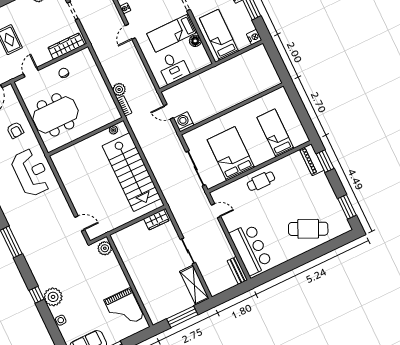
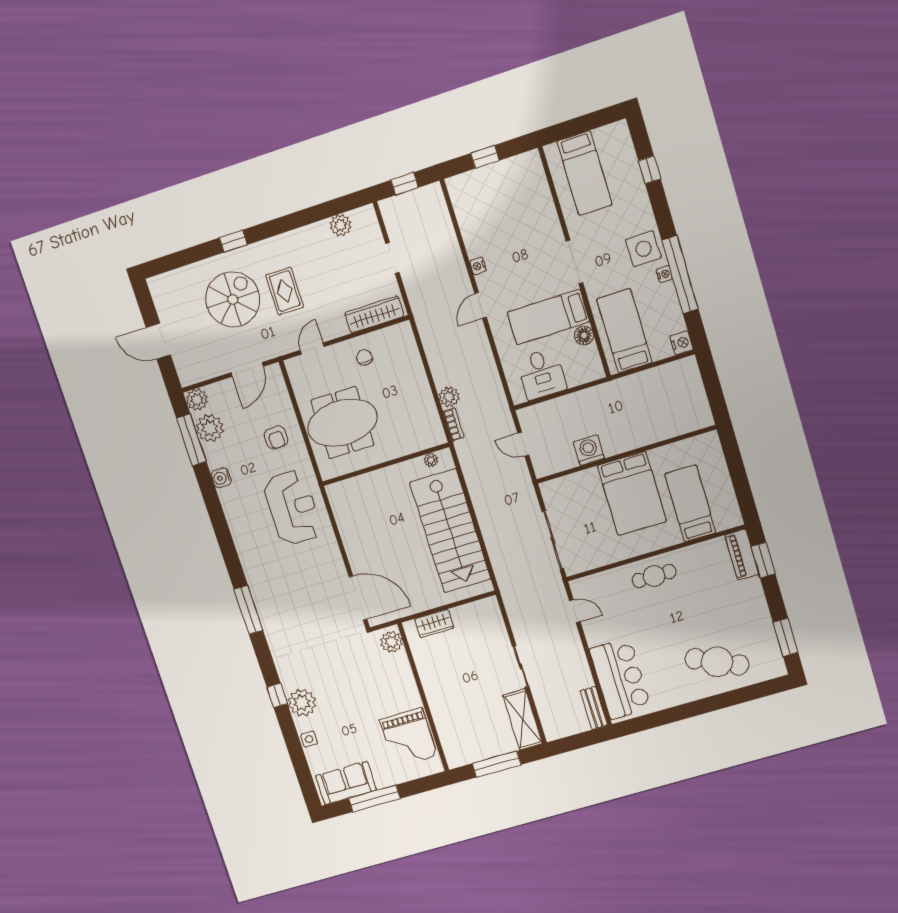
washing machine: (184, 122) -> (589, 450), moved
bed: (231, 154) -> (632, 493), moved, turned 180
wardrobe: (156, 220) -> (434, 624), moved
door: (80, 223) -> (358, 598), width x1.88

